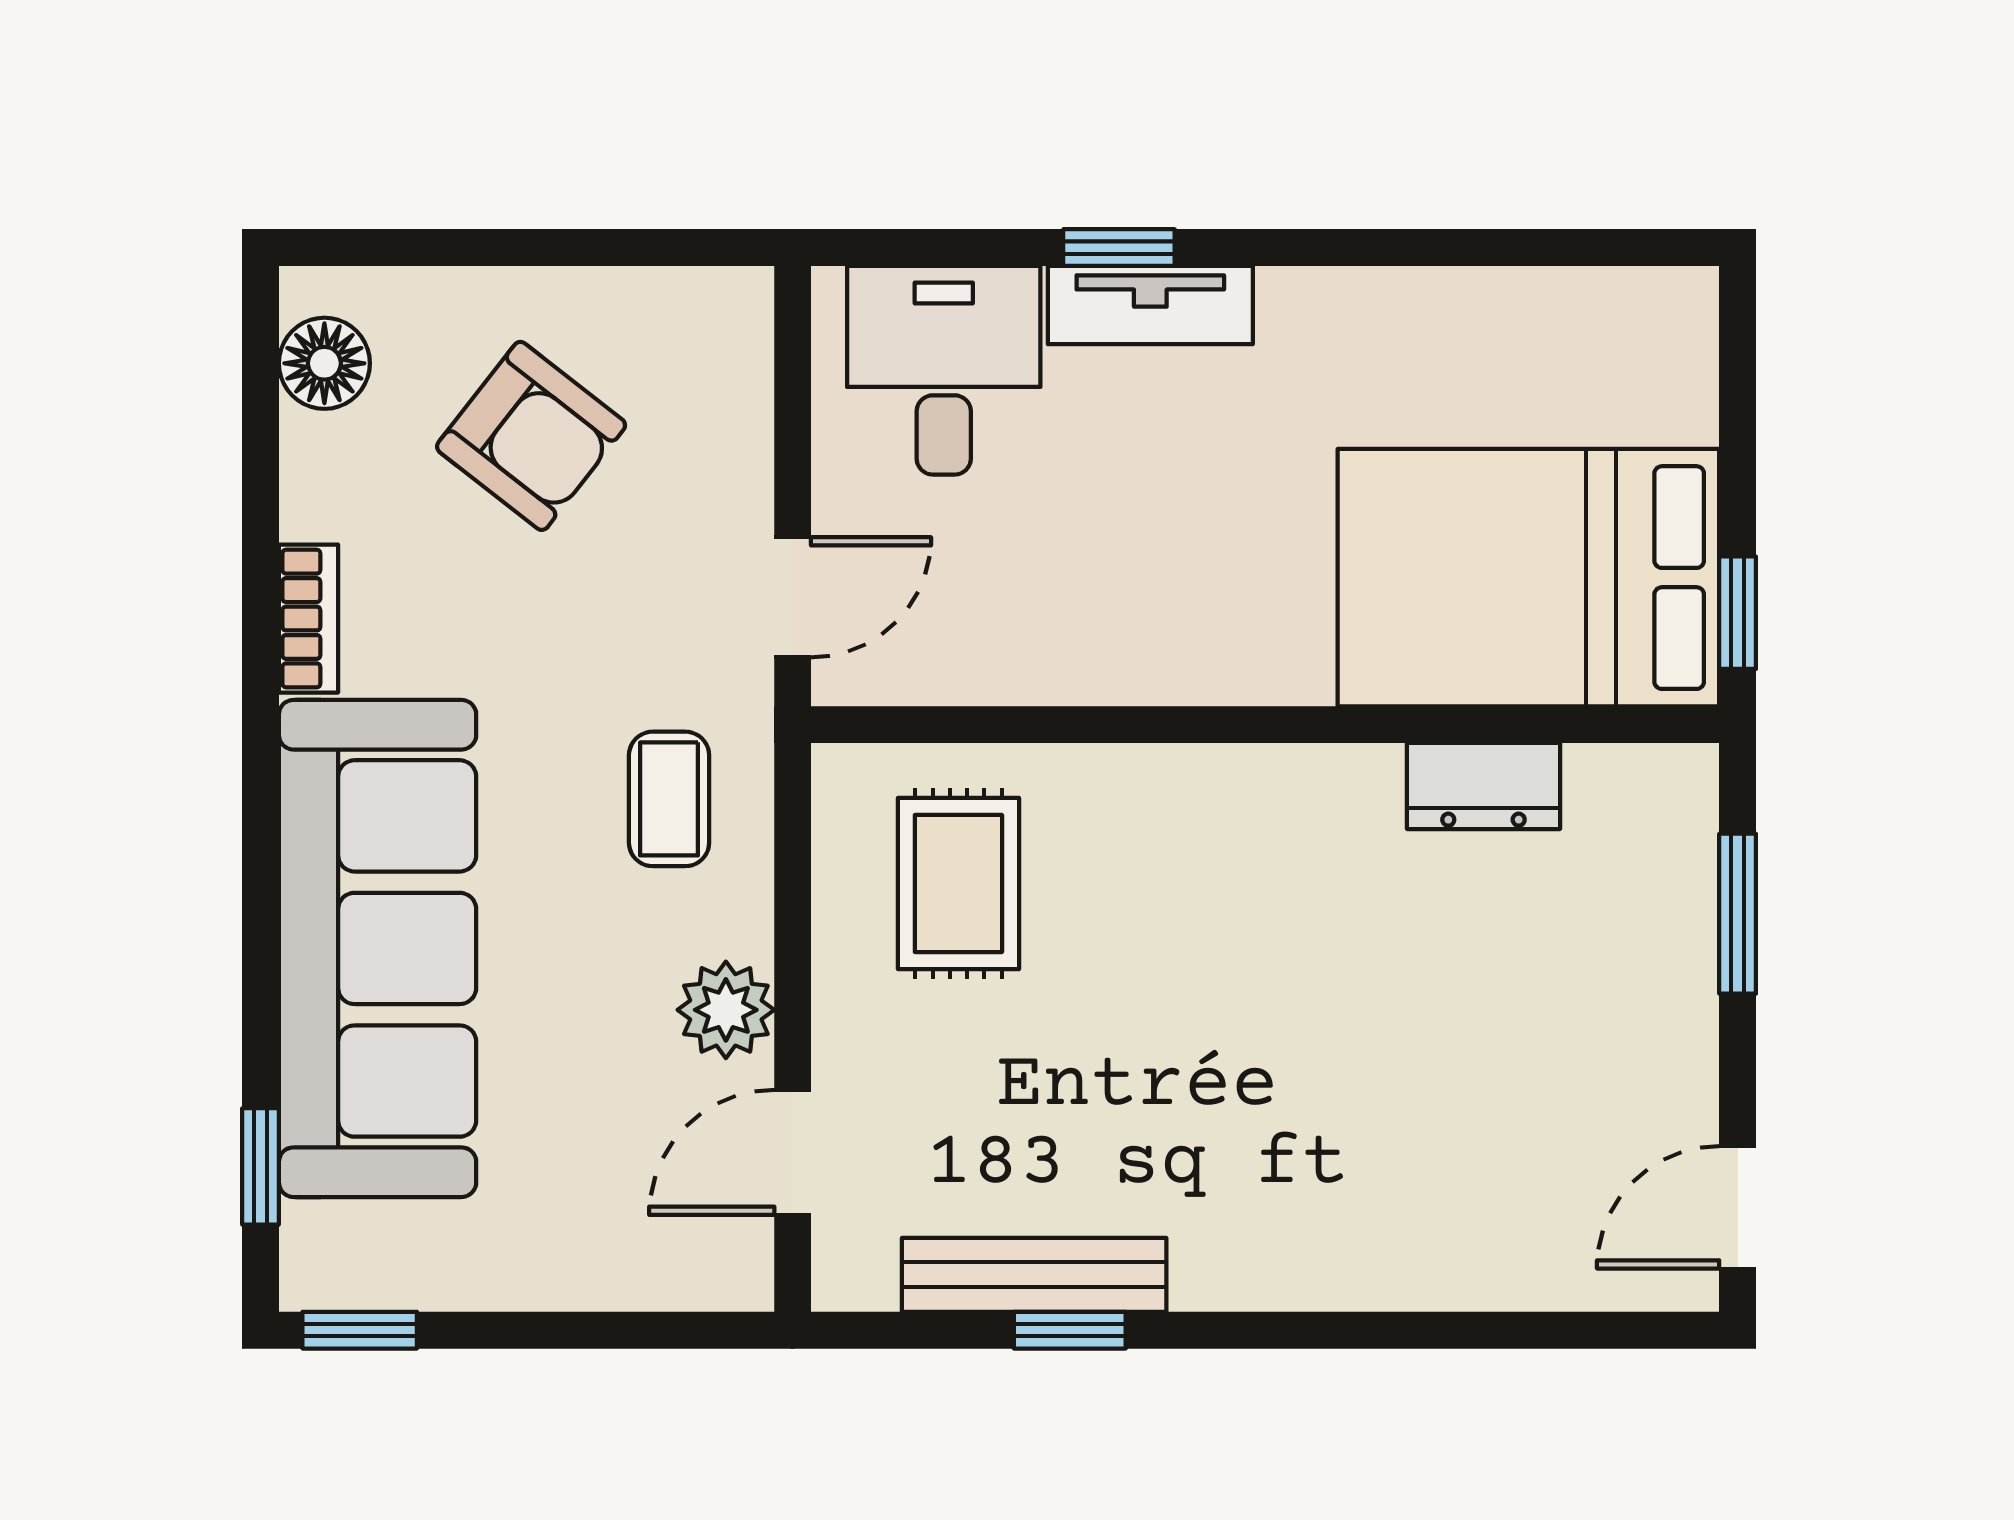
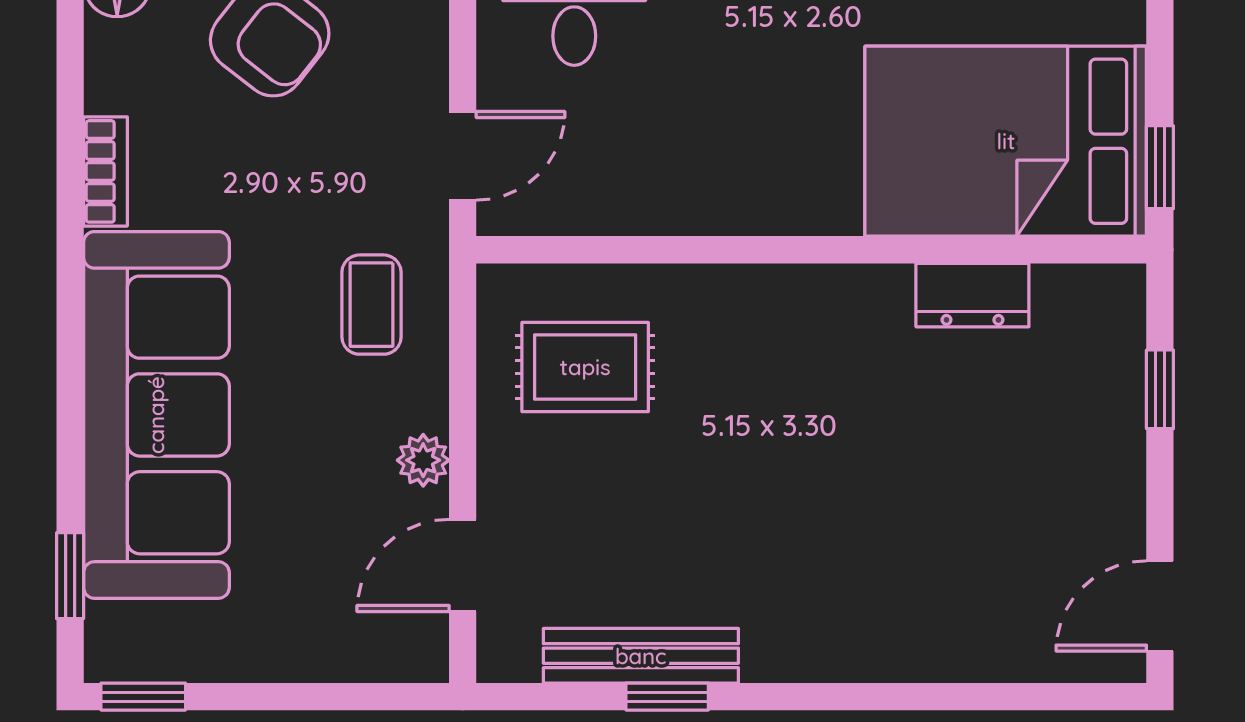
rug: (958, 884) -> (585, 367), turned 90
window: (1738, 914) -> (1160, 389), width x0.67
plant: (726, 1010) -> (423, 460), width x0.73, depth x0.73

